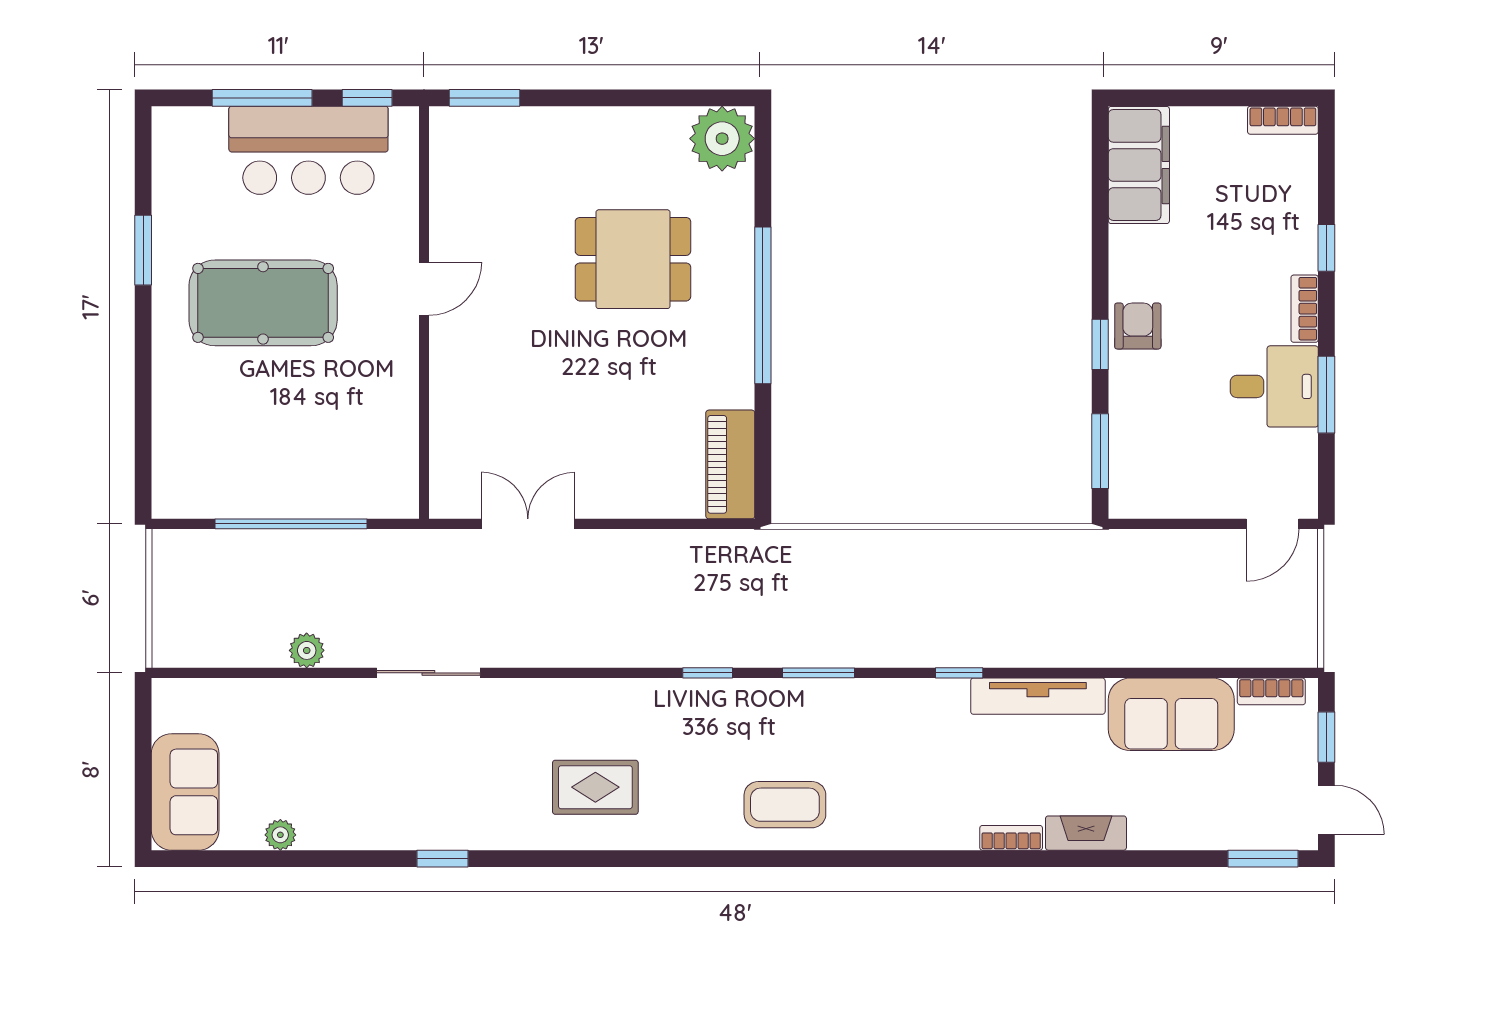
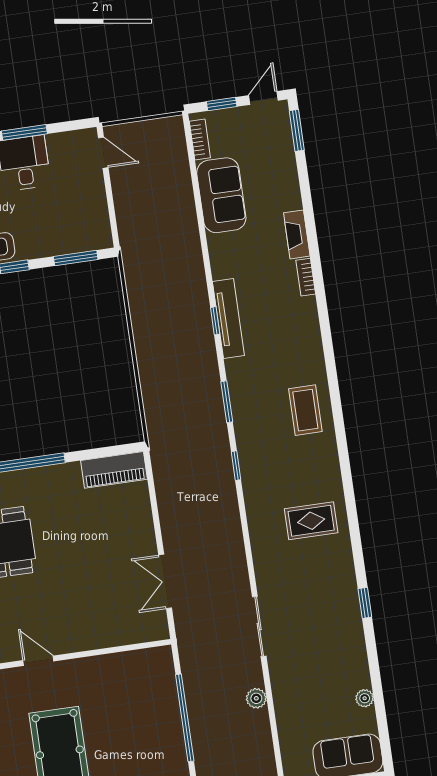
tv unit: (1038, 696) -> (228, 319), moved
rug: (595, 787) -> (311, 521), turned 90

